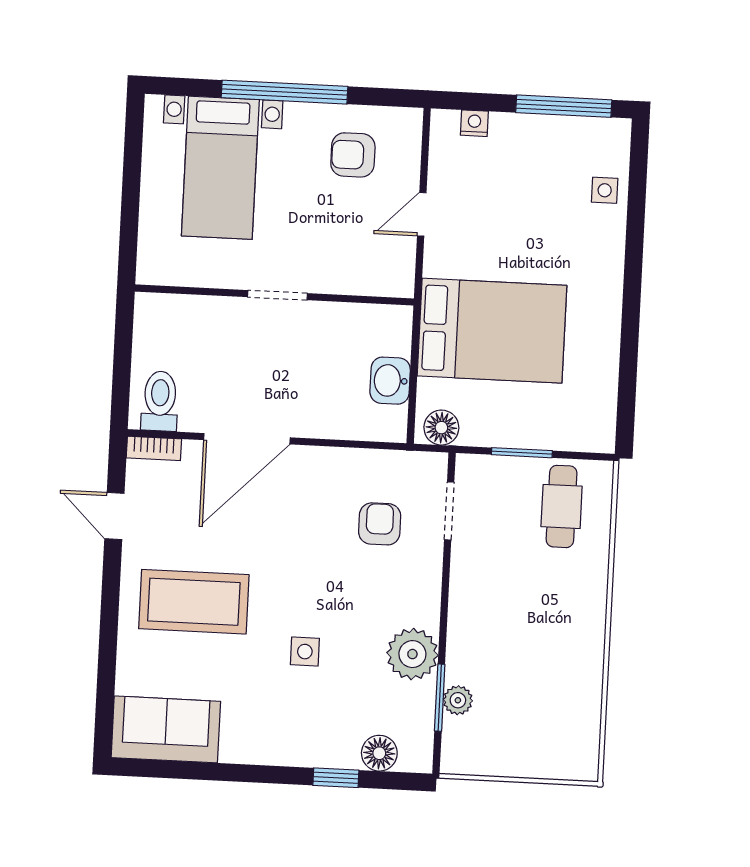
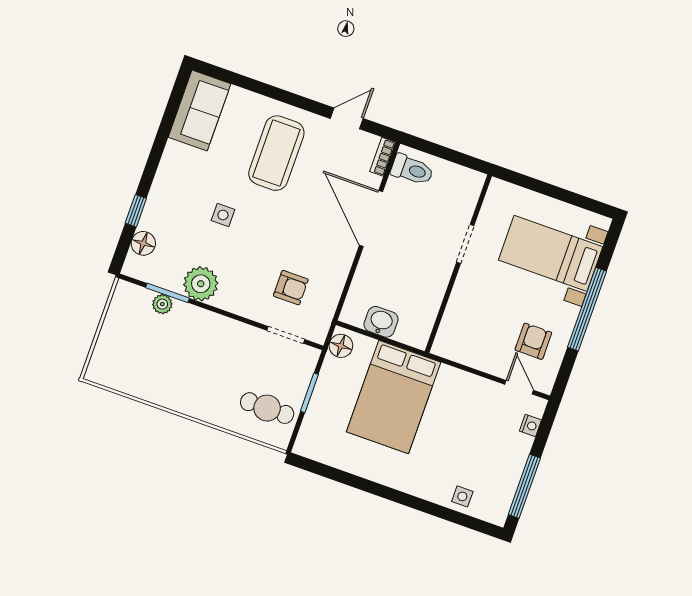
door: (422, 214) -> (519, 387), moved
doorway: (277, 295) -> (465, 244), moved

